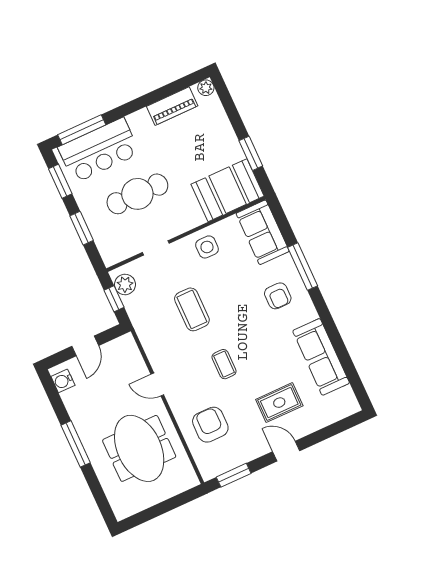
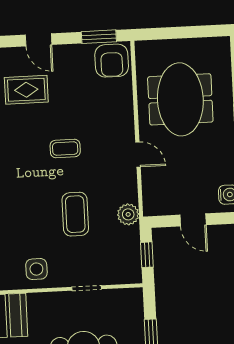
plant: (125, 284) -> (128, 214), moved
door: (85, 346) -> (193, 220), swing flipped
coffee table: (224, 364) -> (65, 149), turned 90
armchair: (210, 425) -> (112, 61), moved

